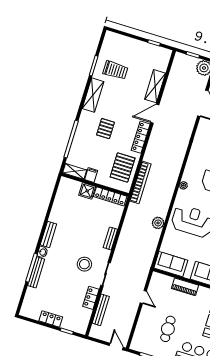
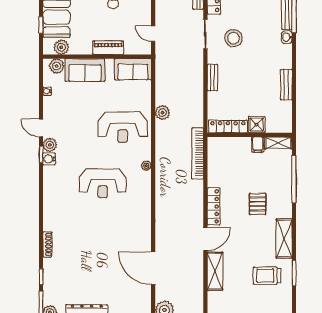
pallet: (123, 167) -> (224, 165), removed
bench: (48, 234) -> (286, 85), moved
door: (143, 297) -> (153, 34), moved

